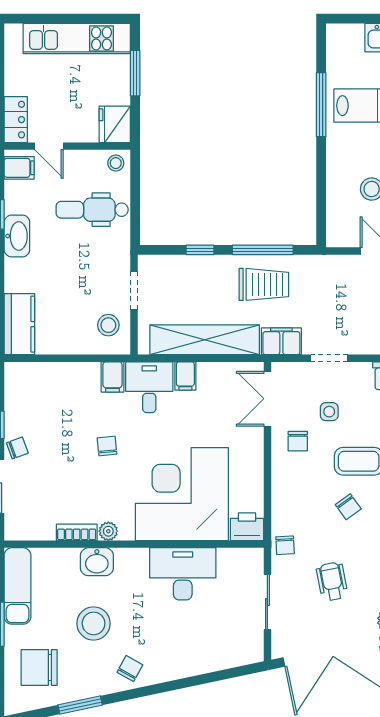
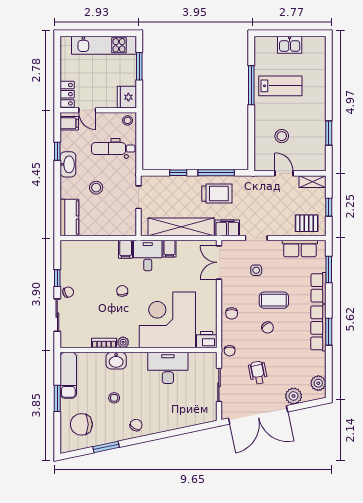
stool: (108, 325) -> (96, 188), moved
chair: (298, 441) -> (232, 313), moved
stool: (94, 623) -> (114, 398), width x0.53, depth x0.53

